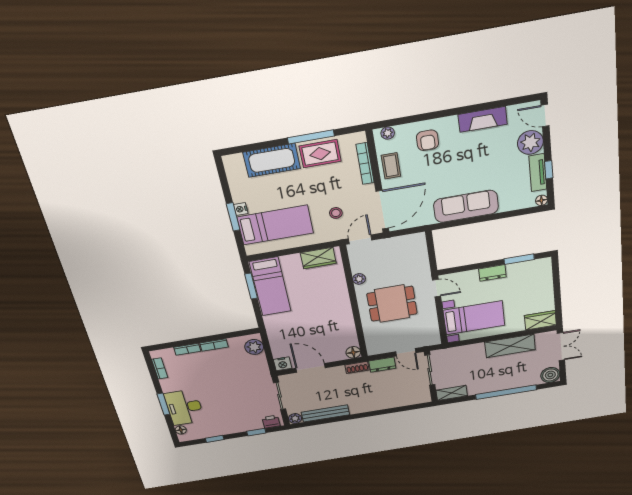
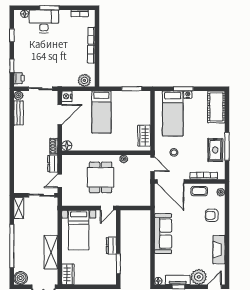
cot: (272, 160) -> (216, 107), moved
bed: (270, 286) -> (101, 112), moved, turned -90
bench: (325, 413) -> (19, 113), width x0.73

